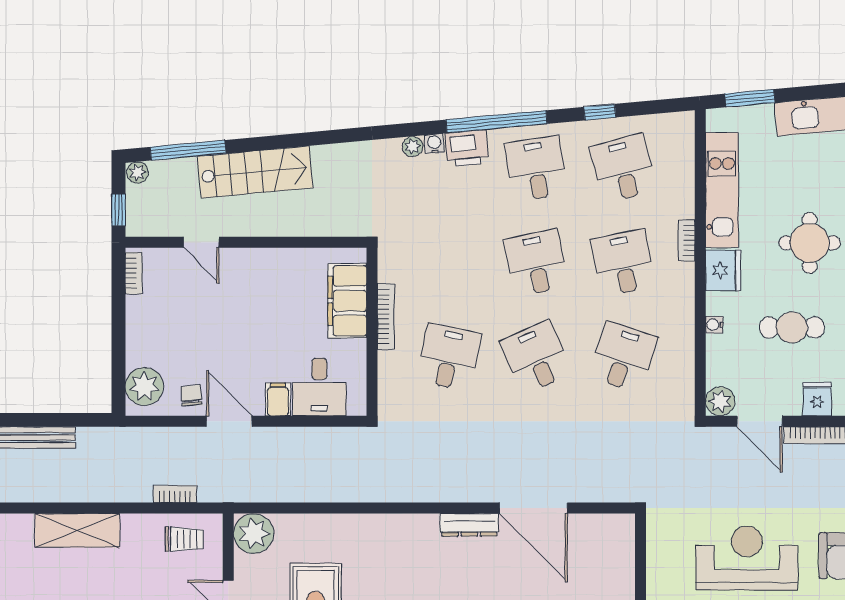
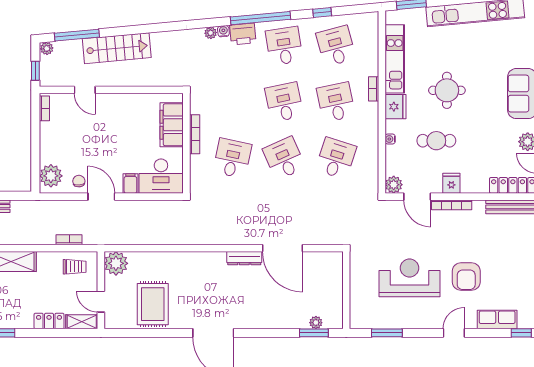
desk: (319, 387) -> (161, 176), width x1.37

